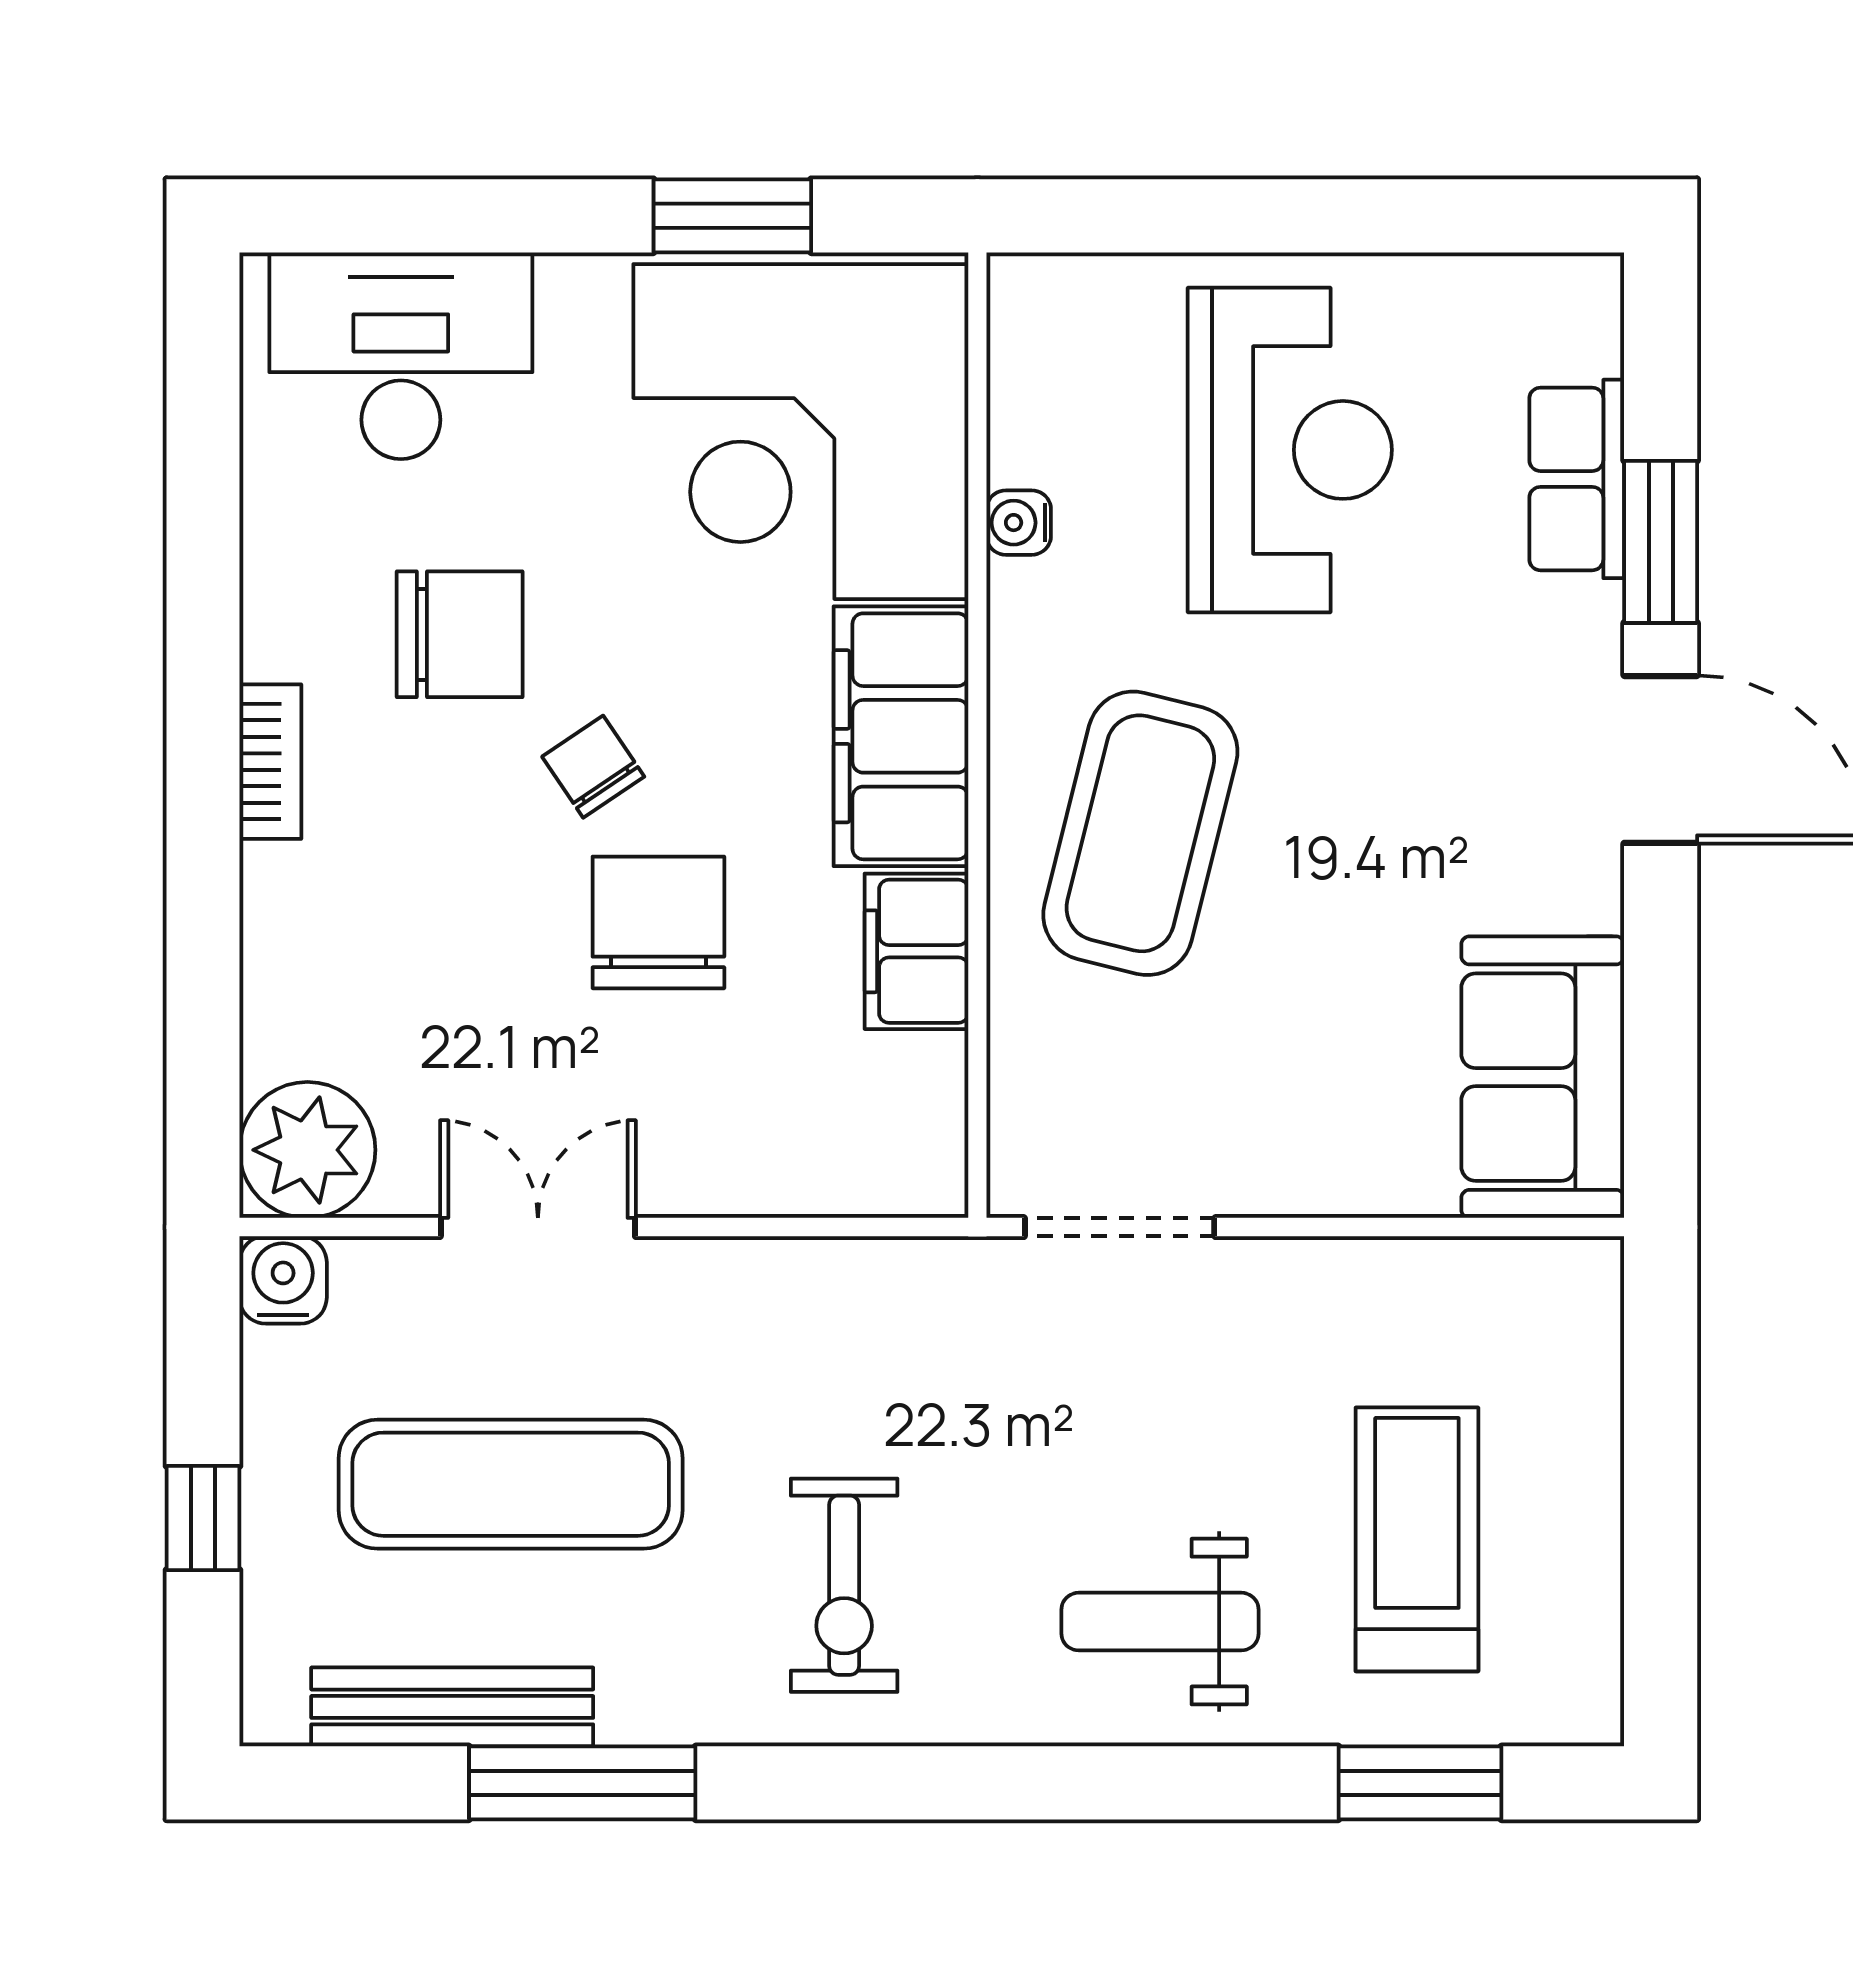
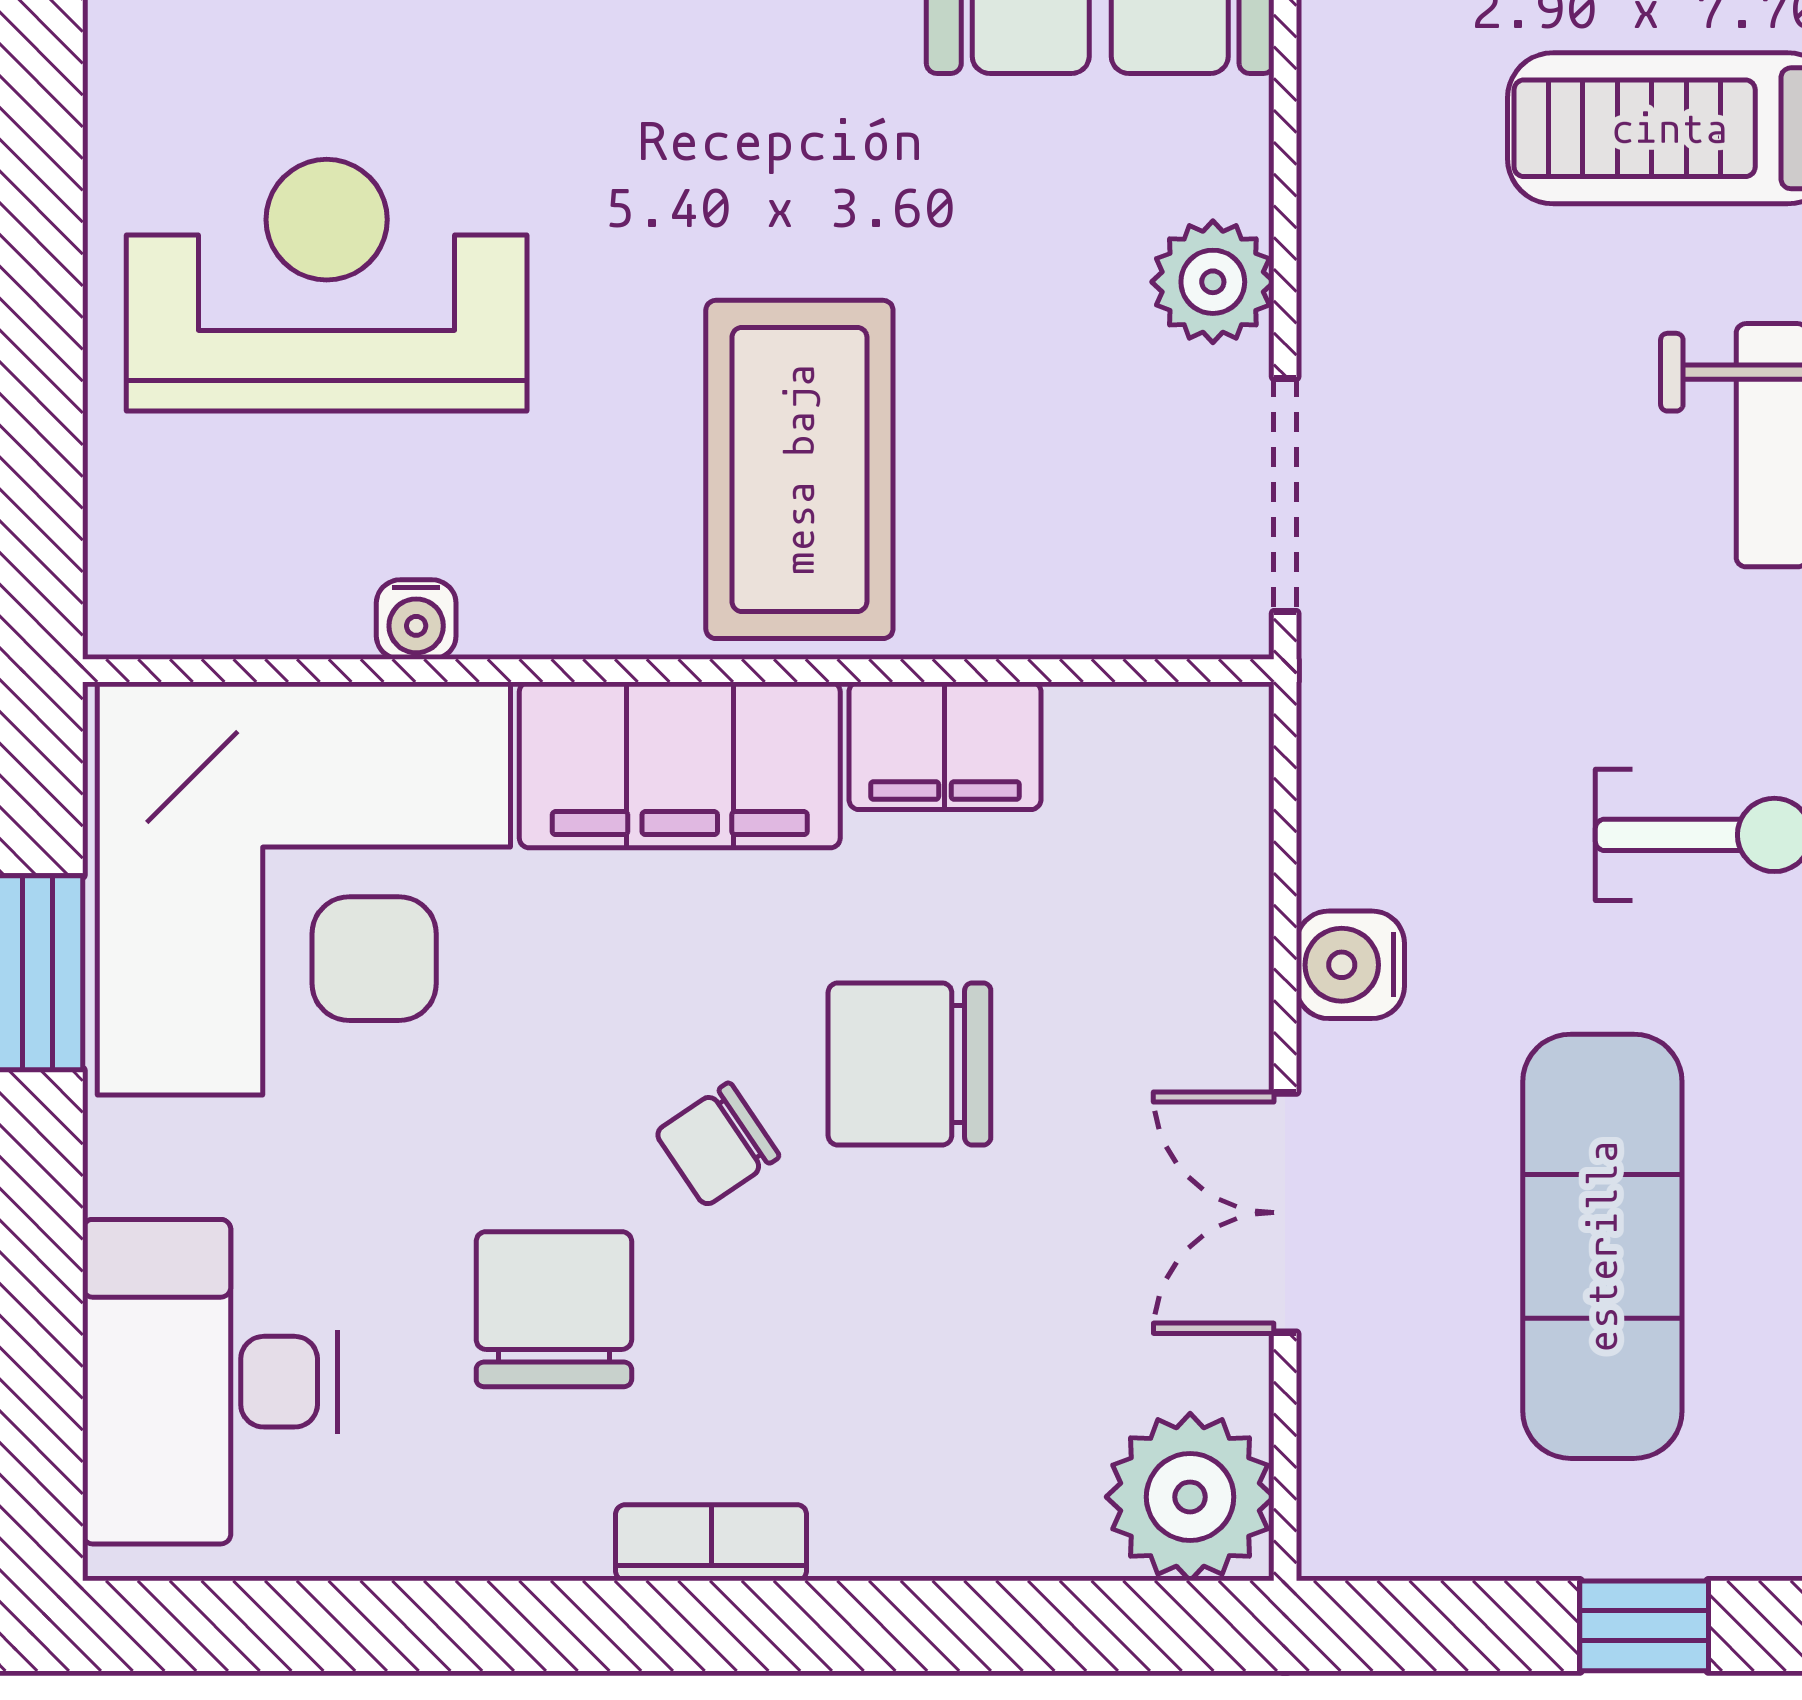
coffee table: (1140, 833) -> (799, 469), turned 76
plant: (1292, 1168) -> (1213, 282), added
water cooler: (283, 1280) -> (1350, 965), moved

